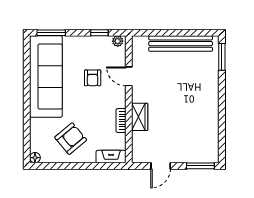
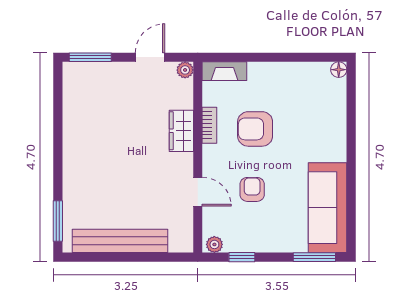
sofa: (46, 77) -> (328, 208), width x0.74, depth x0.79
armchair: (71, 139) -> (255, 129), moved, turned 40
plant: (137, 157) -> (185, 70), added

